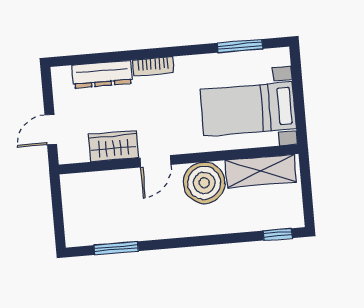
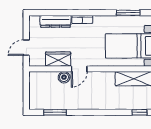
boiler: (204, 183) -> (64, 77), moved, width x0.54, depth x0.54

